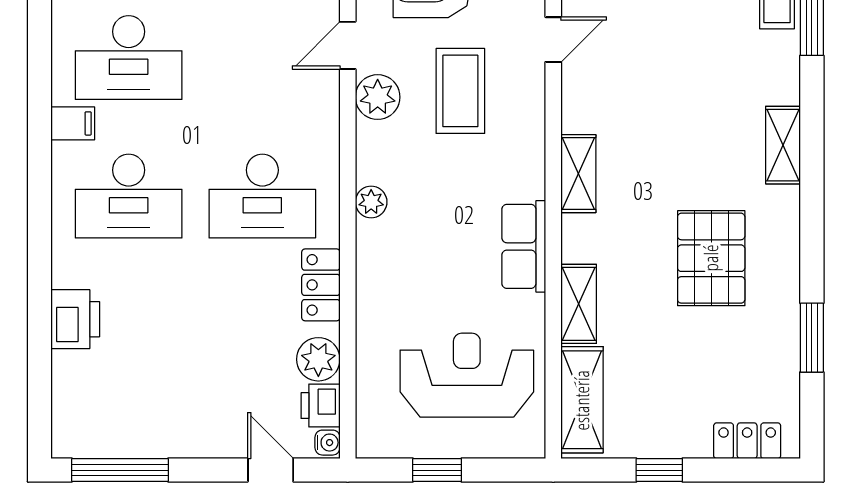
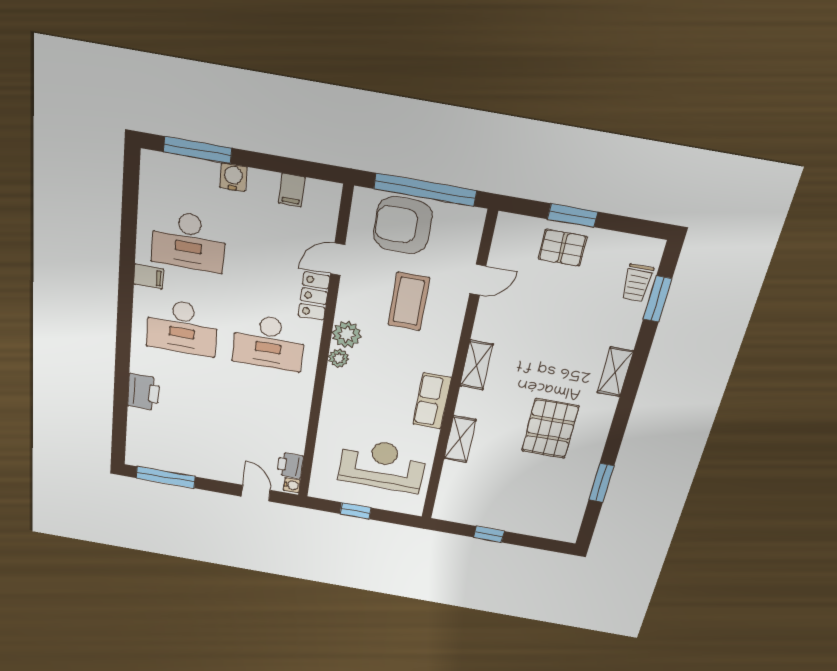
plant: (378, 97) -> (347, 334), moved
locker: (321, 285) -> (314, 296), moved
plant: (318, 359) -> (292, 441), removed
shelving: (582, 400) -> (451, 490), removed
locker: (747, 441) -> (546, 529), removed

